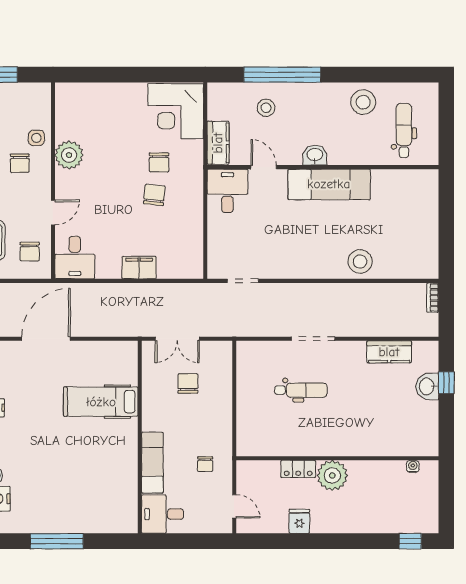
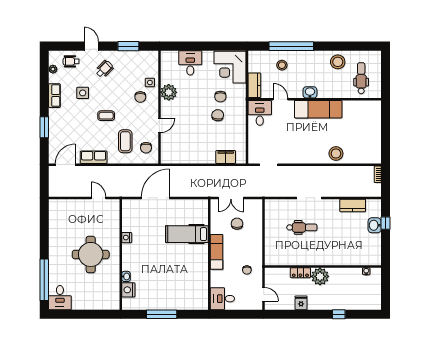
desk: (75, 258) -> (190, 63), moved, turned 180
filing cabinet: (139, 268) -> (226, 157), moved
exam couch: (152, 463) -> (217, 252), moved
window: (410, 541) -> (339, 314), moved

